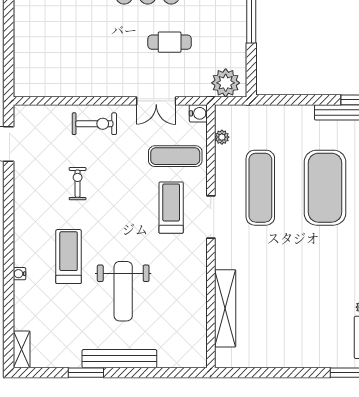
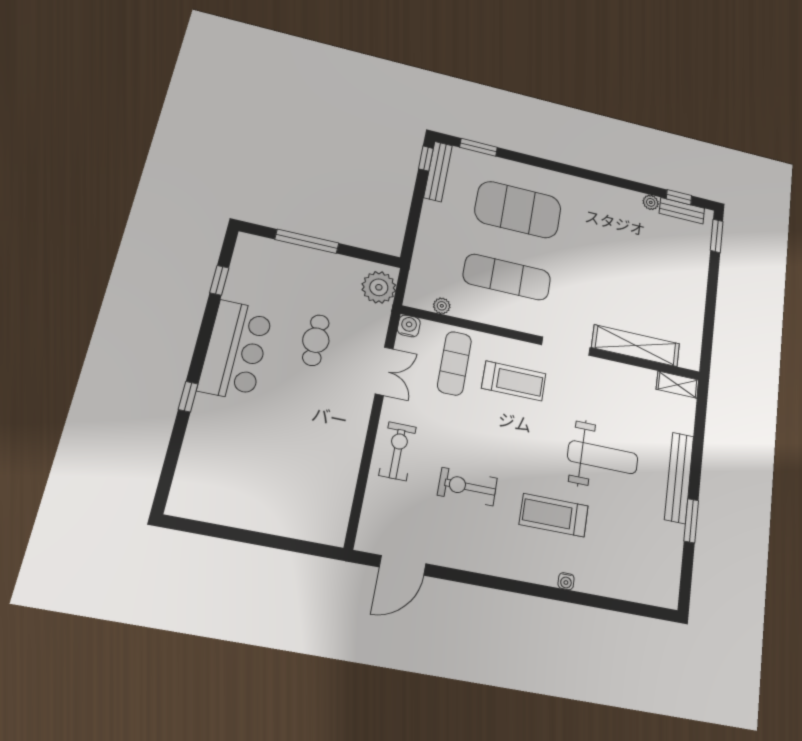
exercise bike: (78, 184) -> (467, 487), width x1.38, depth x1.39
treadmill: (171, 208) -> (514, 381), turned 180
doorway: (211, 217) -> (566, 346), moved
shelving: (22, 349) -> (678, 385), moved

